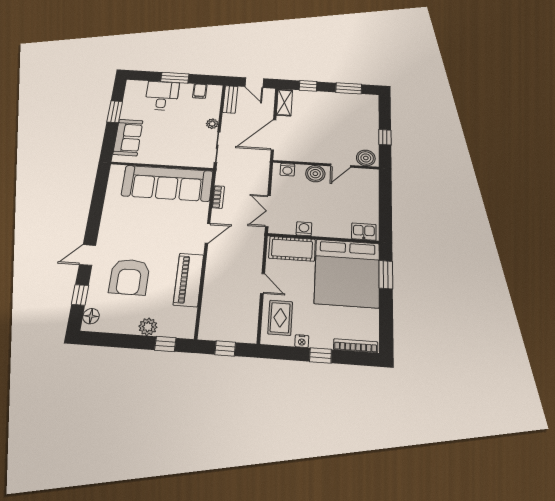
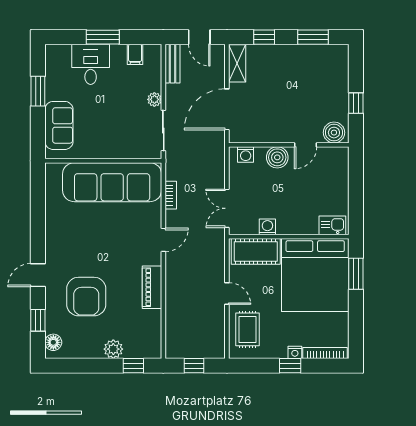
piano: (188, 280) -> (152, 287), width x0.73, depth x0.75
nightstand: (302, 341) -> (295, 352), moved

